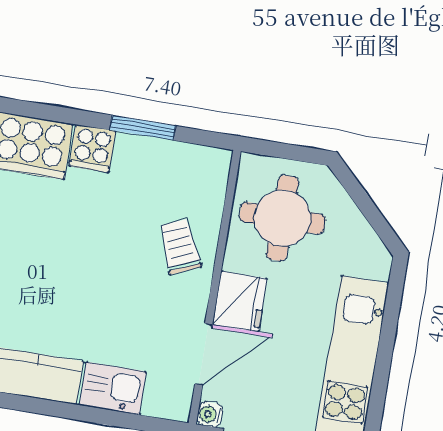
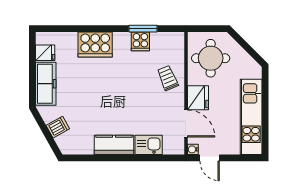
cooker: (92, 148) -> (140, 41), moved
door: (204, 354) -> (186, 123), hinge flipped

